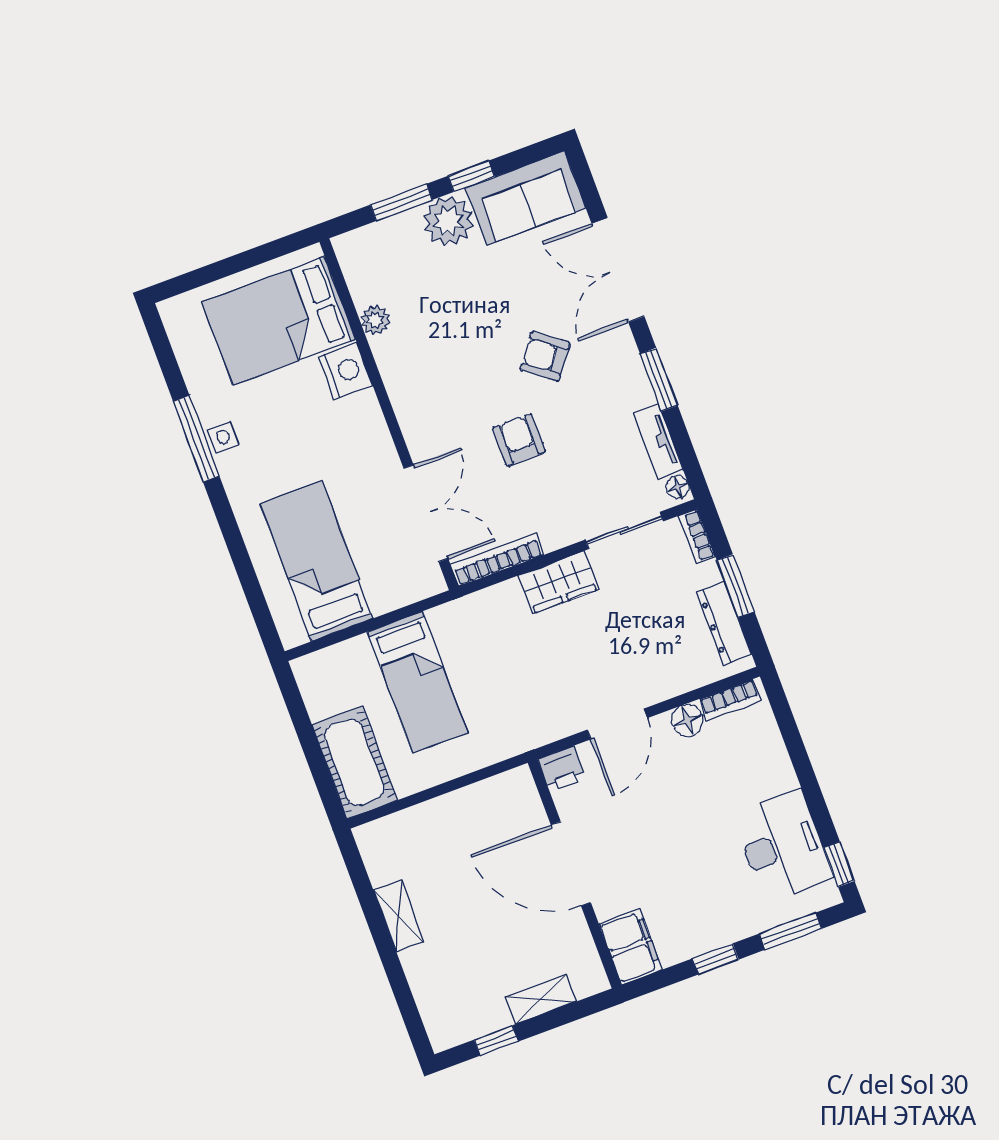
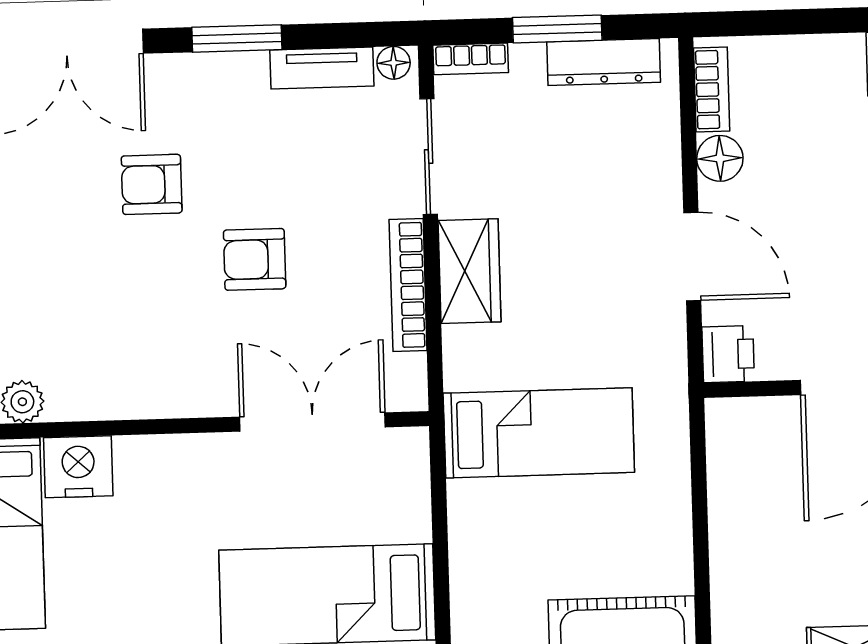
armchair: (545, 356) -> (152, 184), turned 53
bookcase: (497, 560) -> (408, 285), moved
bed: (417, 682) -> (539, 433), moved

